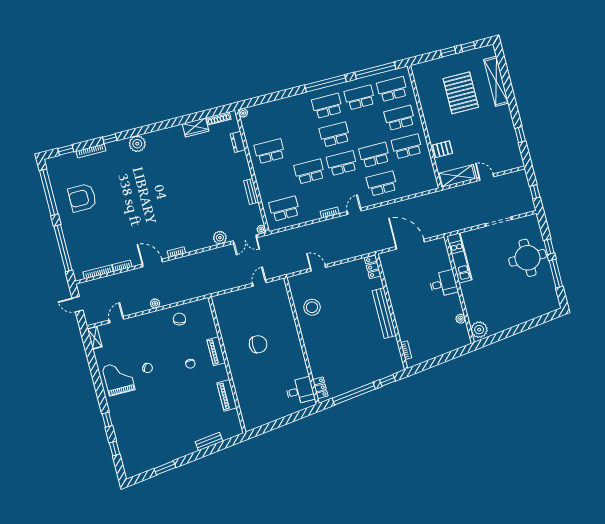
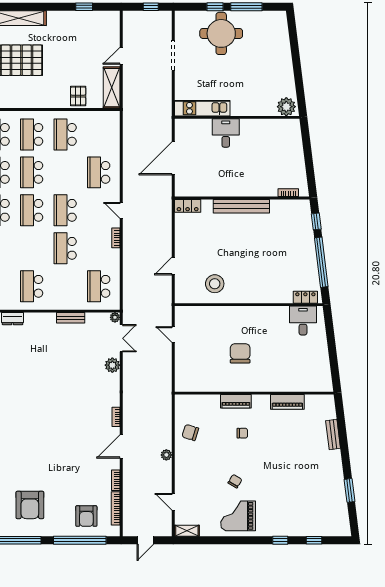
school desk: (374, 155) -> (32, 172), moved
armchair: (85, 248) -> (86, 516), added
plant: (461, 319) -> (269, 124), removed

